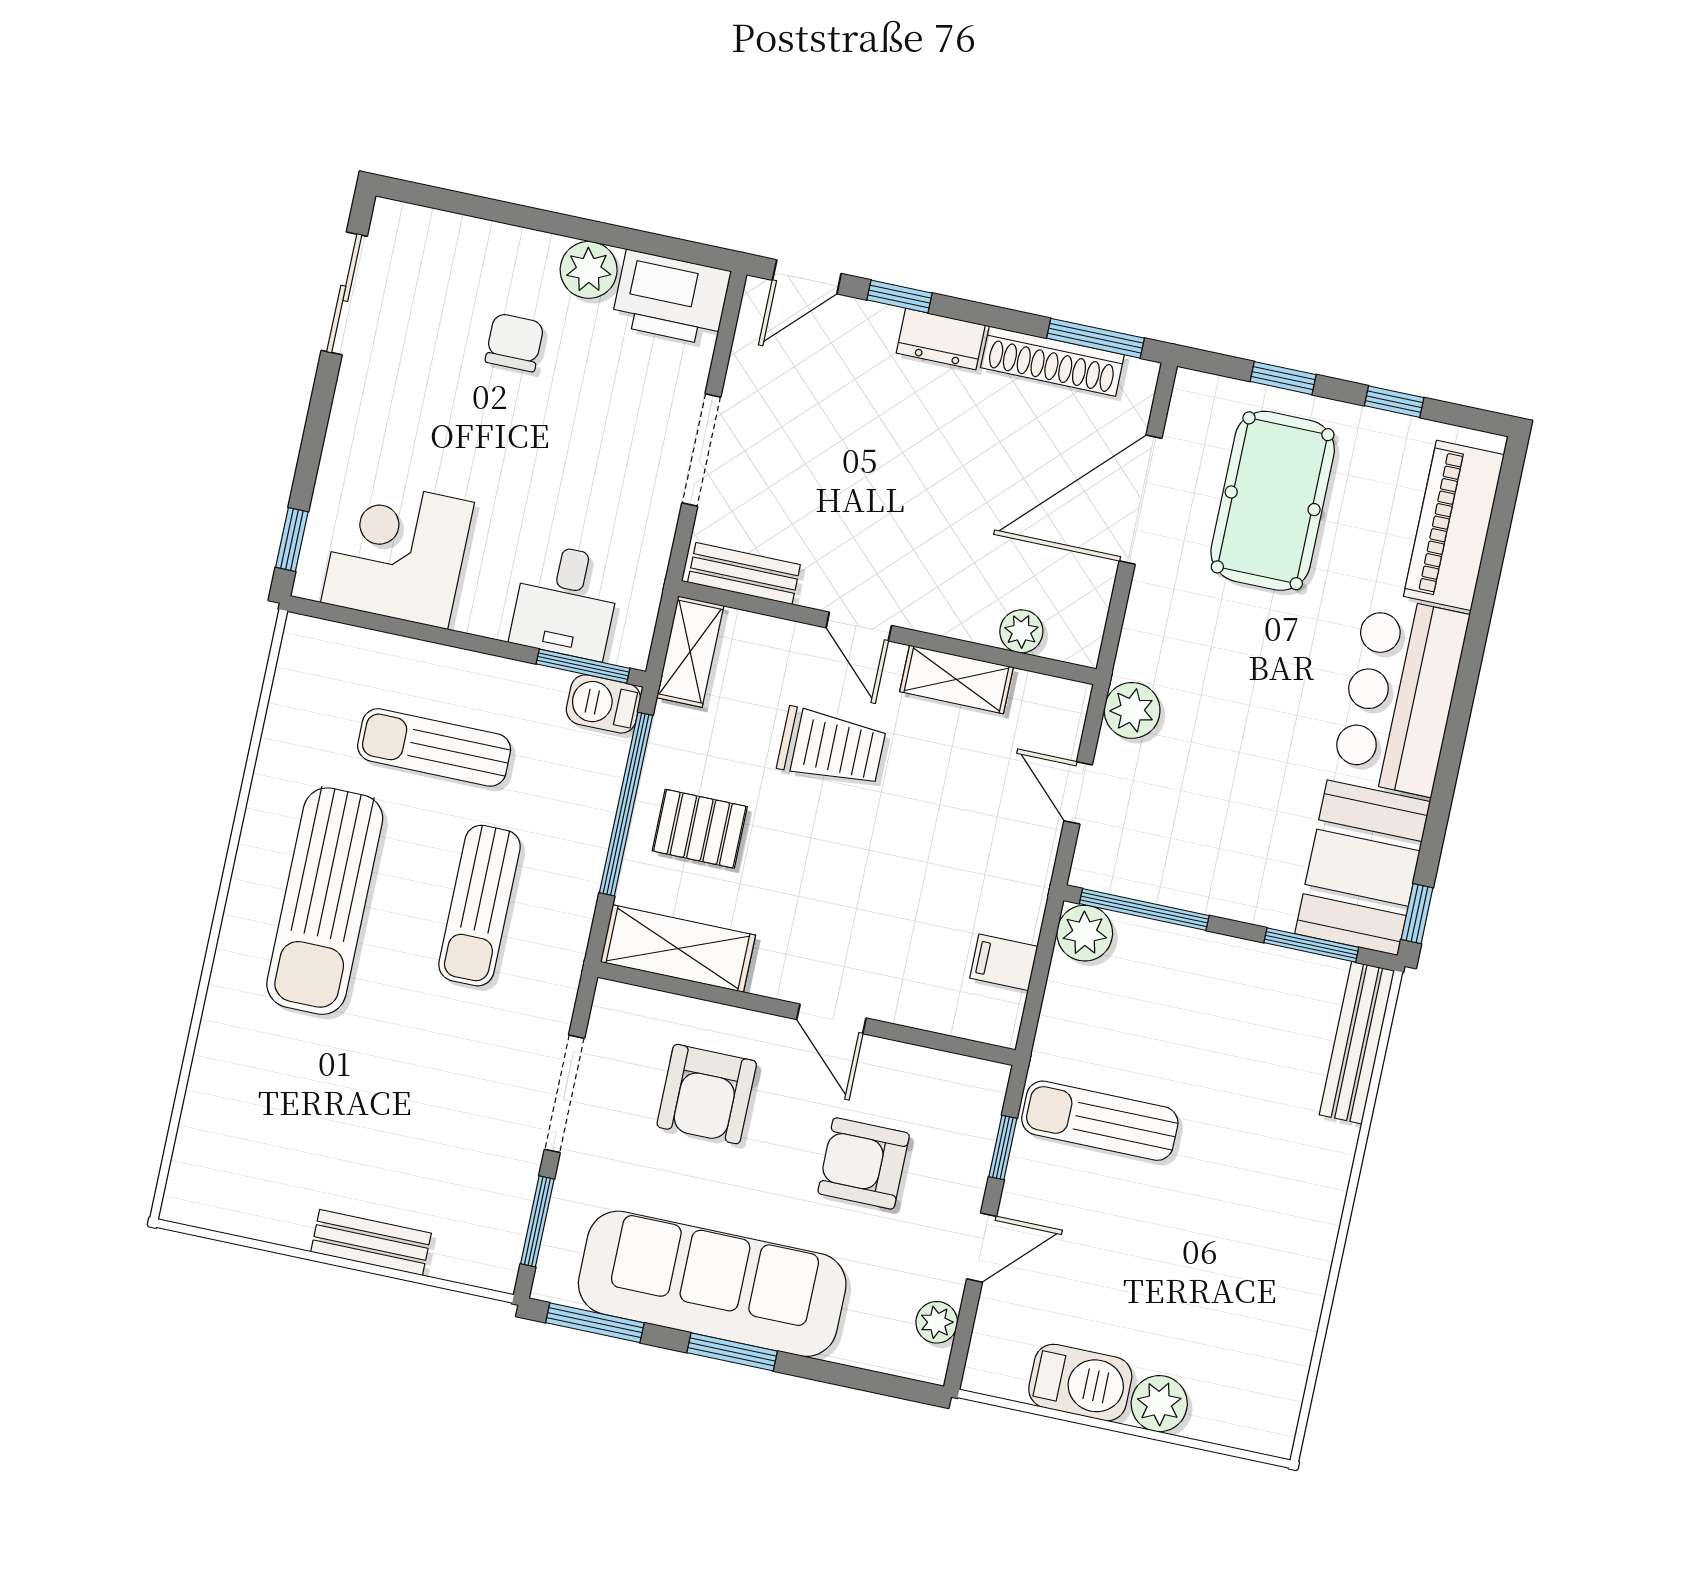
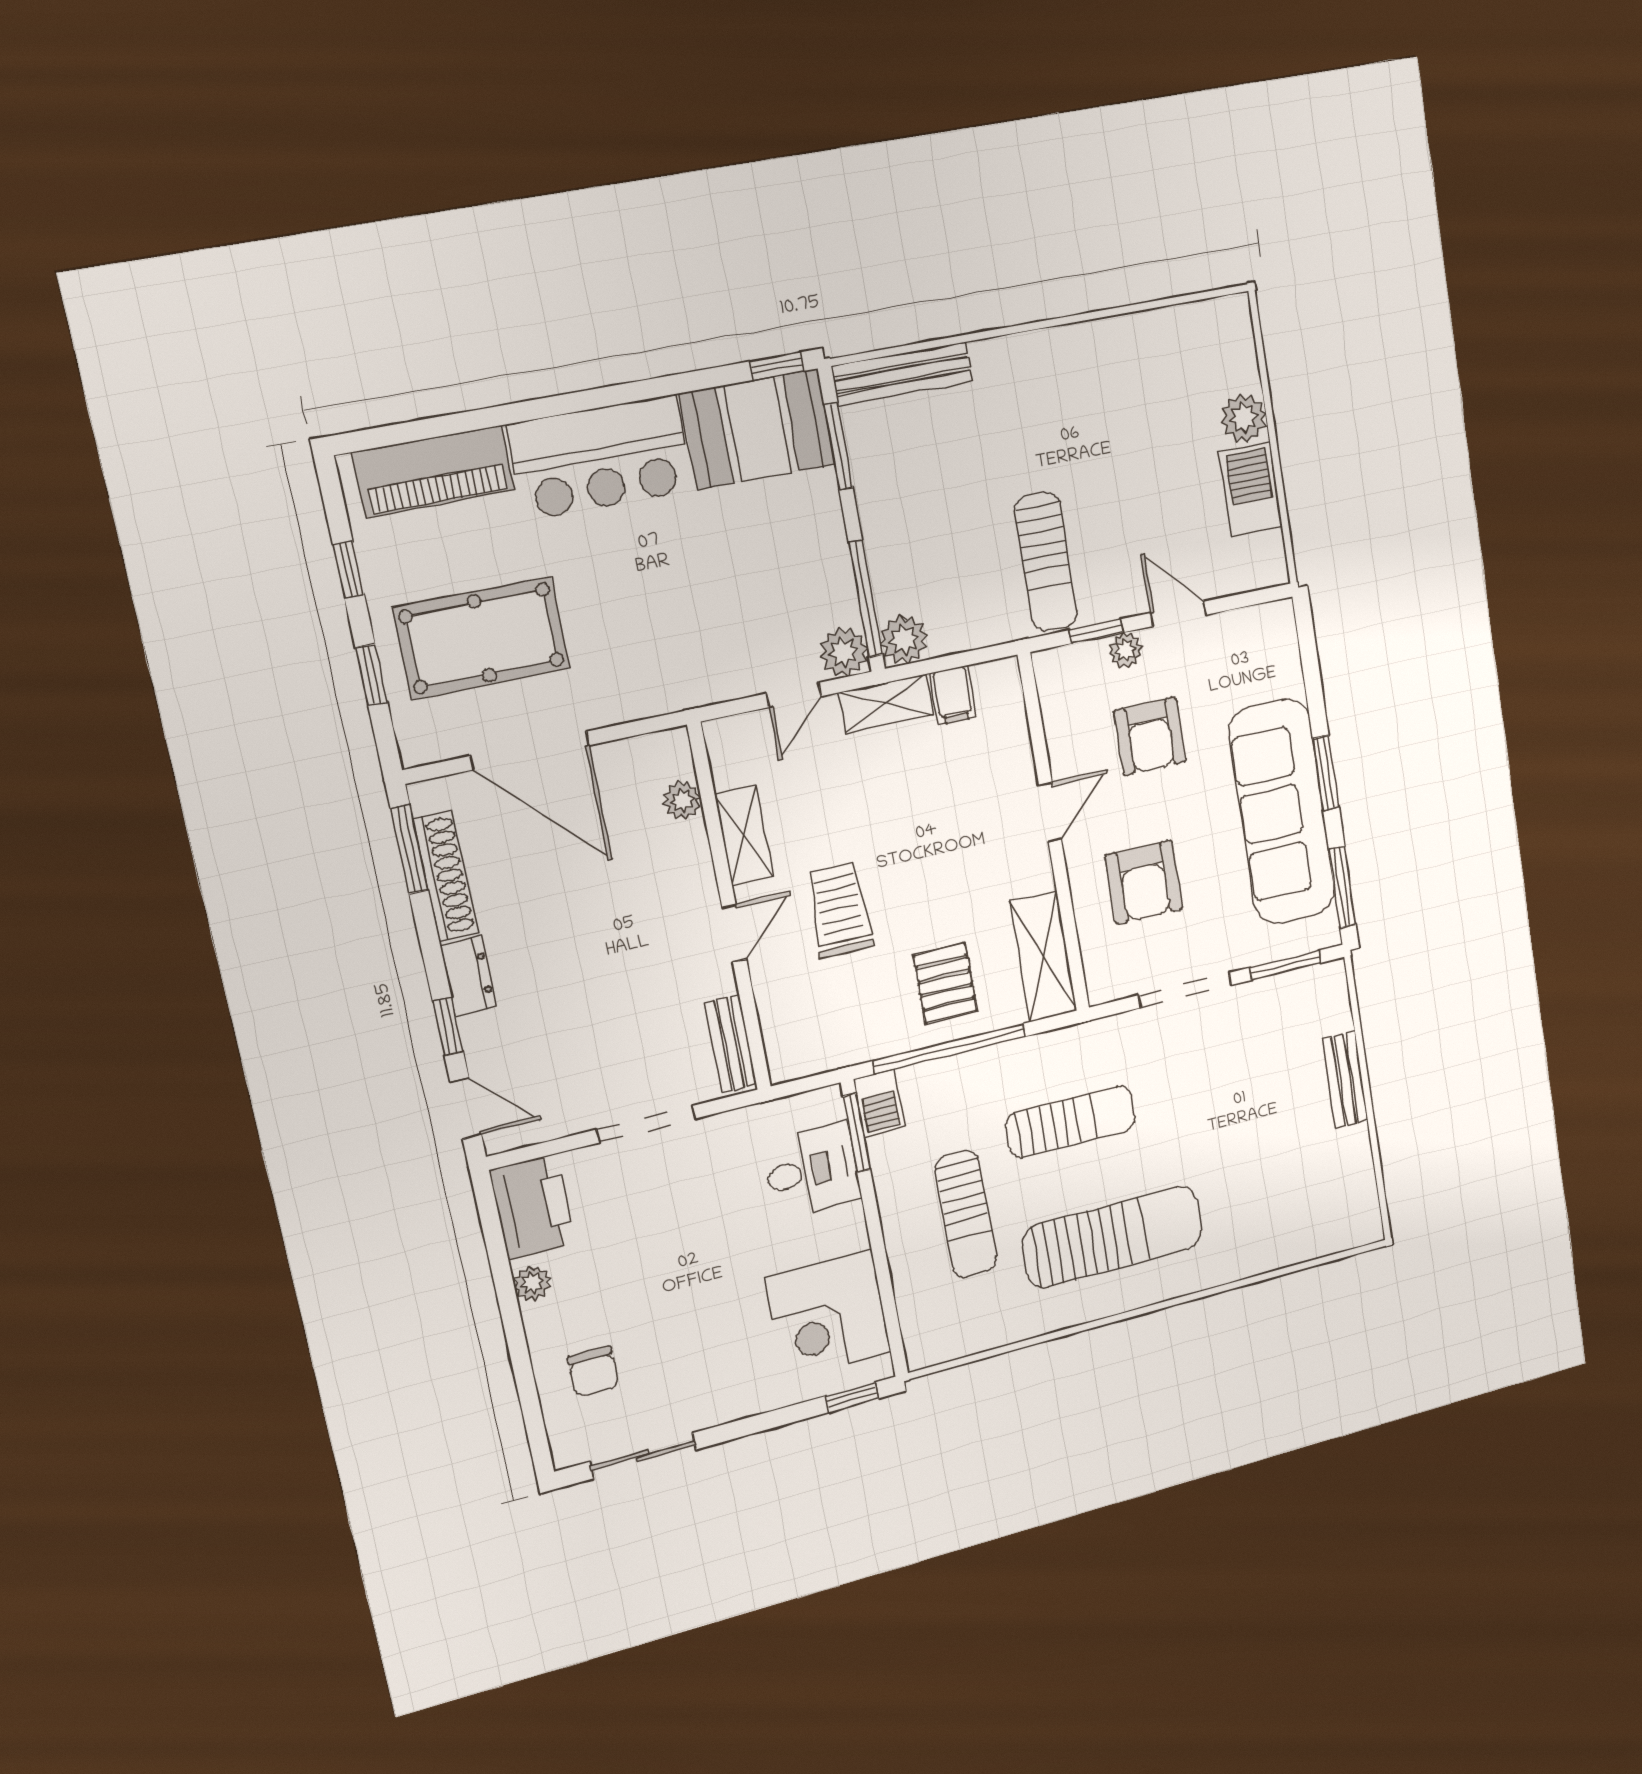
plant: (589, 270) -> (532, 1283), width x0.73, depth x0.73
chair: (515, 342) -> (593, 1372), moved, turned -90
shelving: (690, 652) -> (886, 704), moved
plant: (1132, 710) -> (844, 652), moved
armchair: (707, 1094) -> (1144, 882), turned 90
plant: (937, 1322) -> (1125, 650), moved

